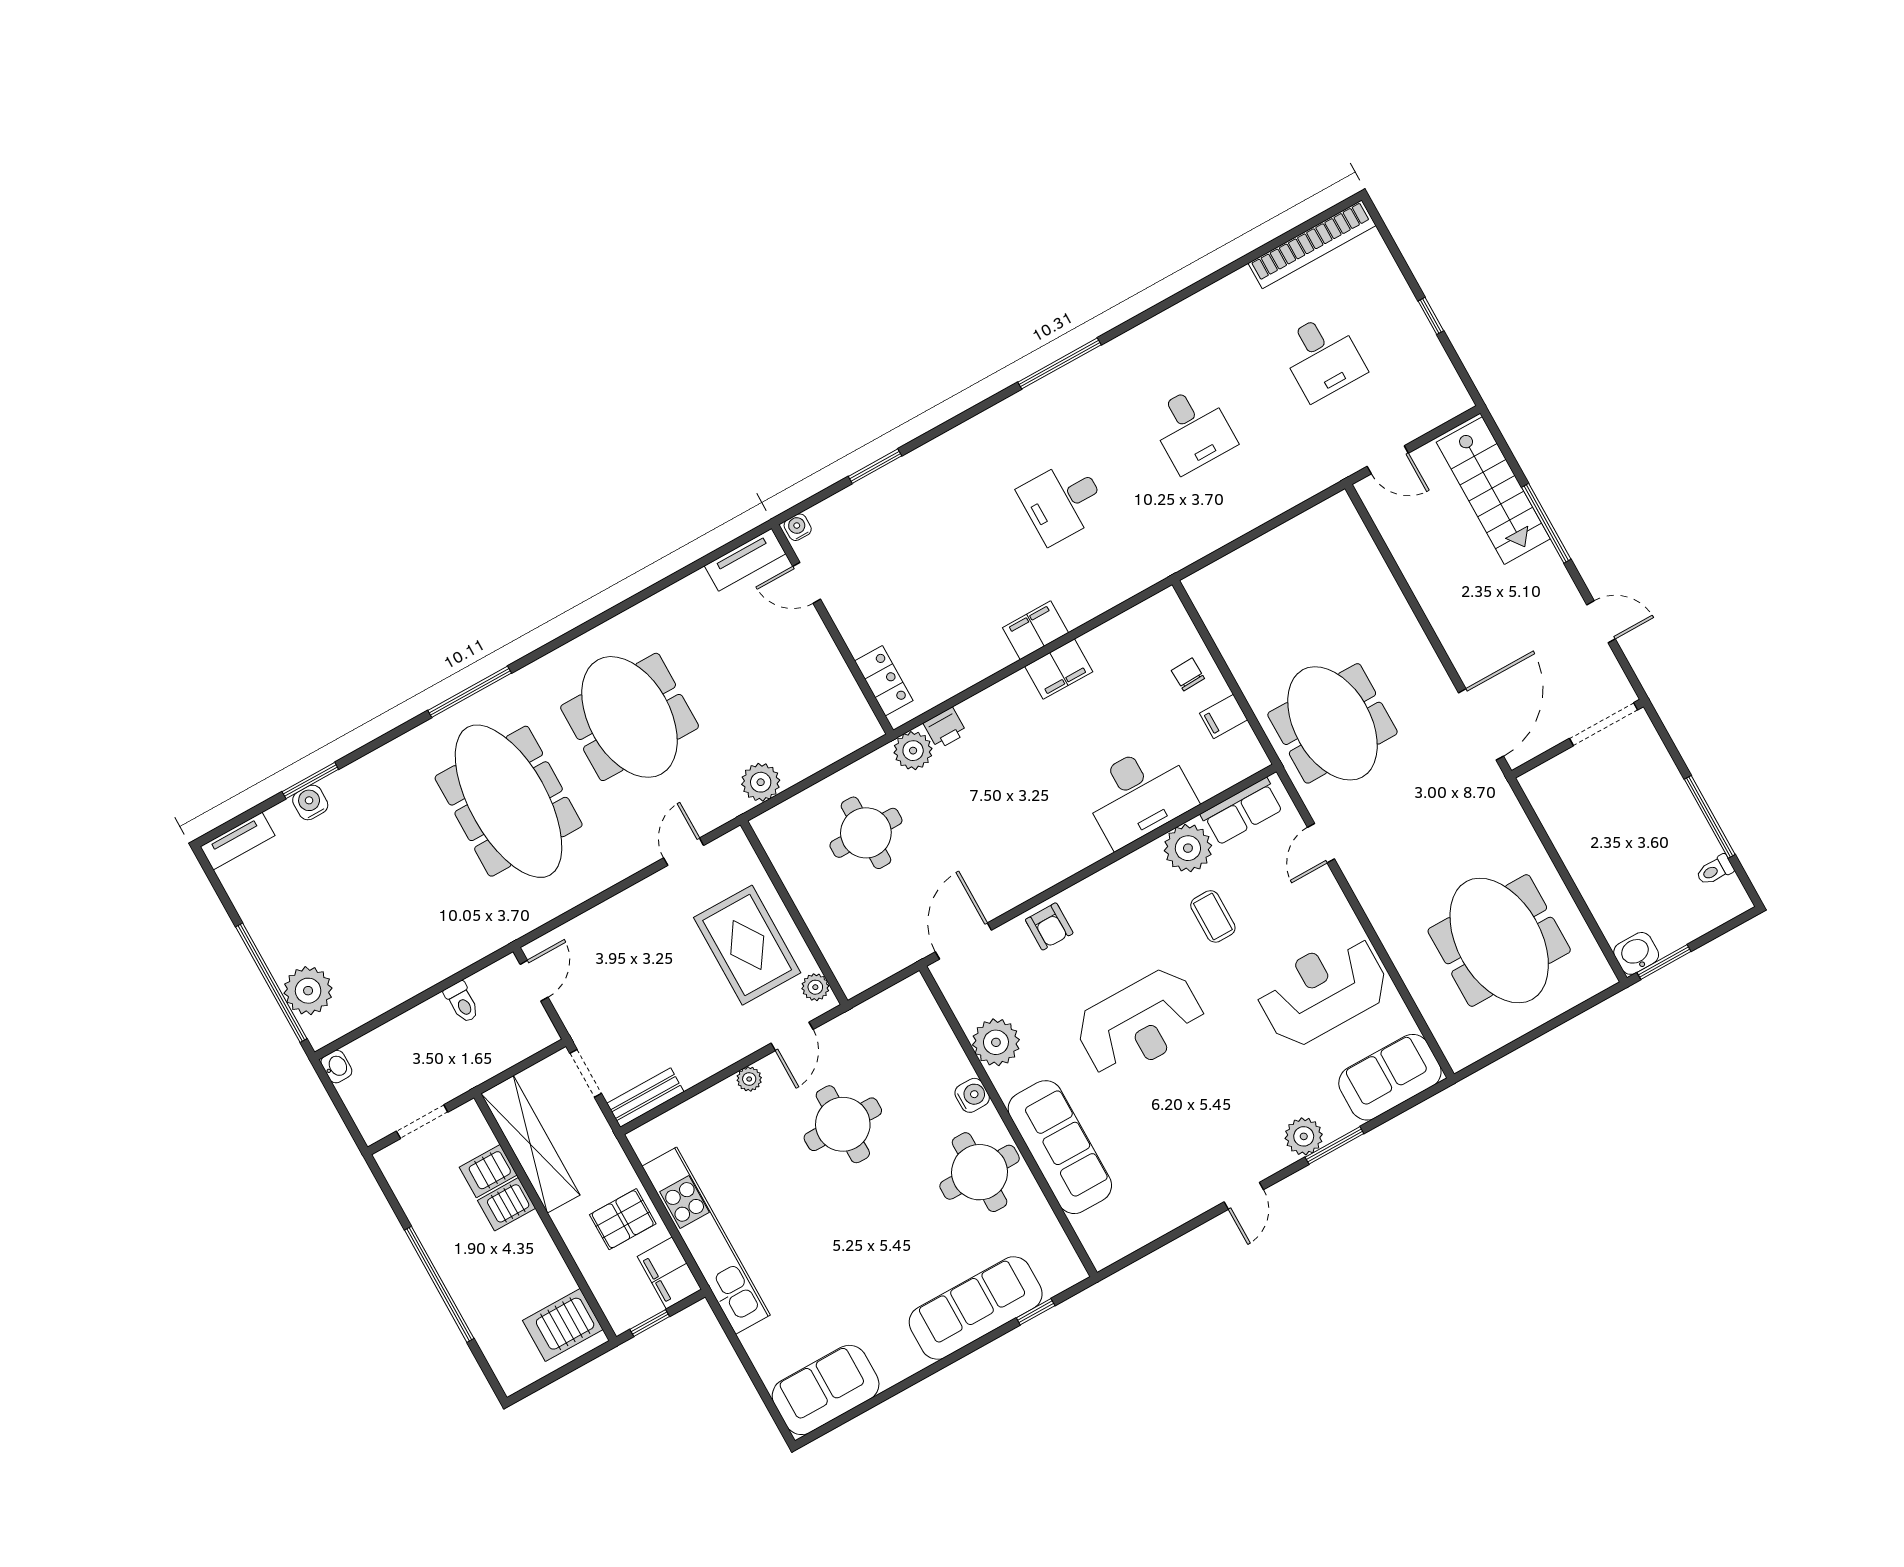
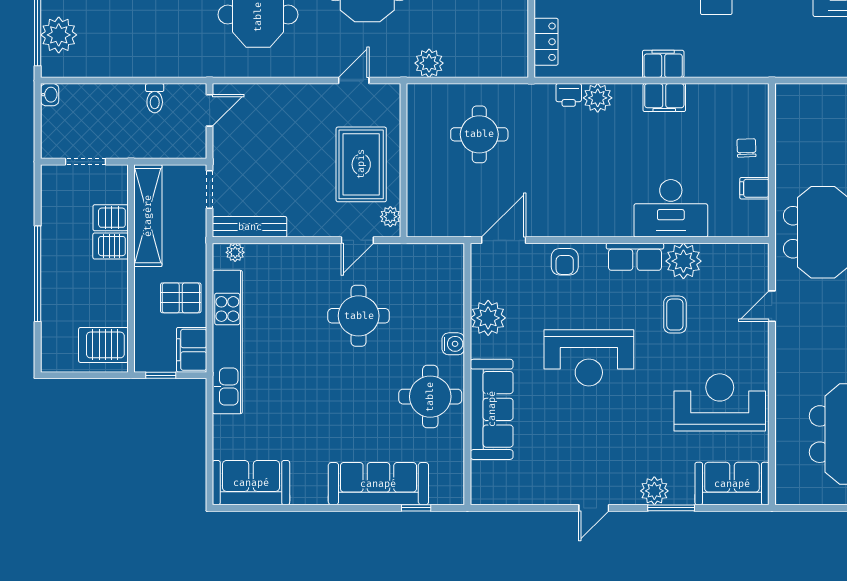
plant: (913, 751) -> (598, 98), moved
row of seats: (1242, 811) -> (635, 257), moved
plant: (749, 1079) -> (235, 252), moved
bench: (645, 1098) -> (250, 227), width x1.36

